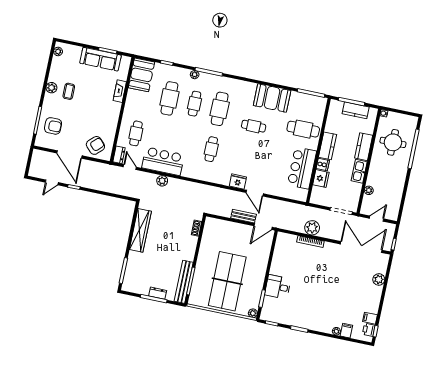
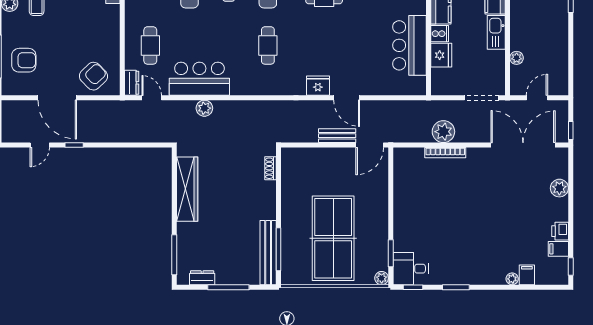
desk: (278, 287) -> (411, 269), moved
dresser: (158, 293) -> (202, 278), moved
printer: (369, 330) -> (560, 231), moved

